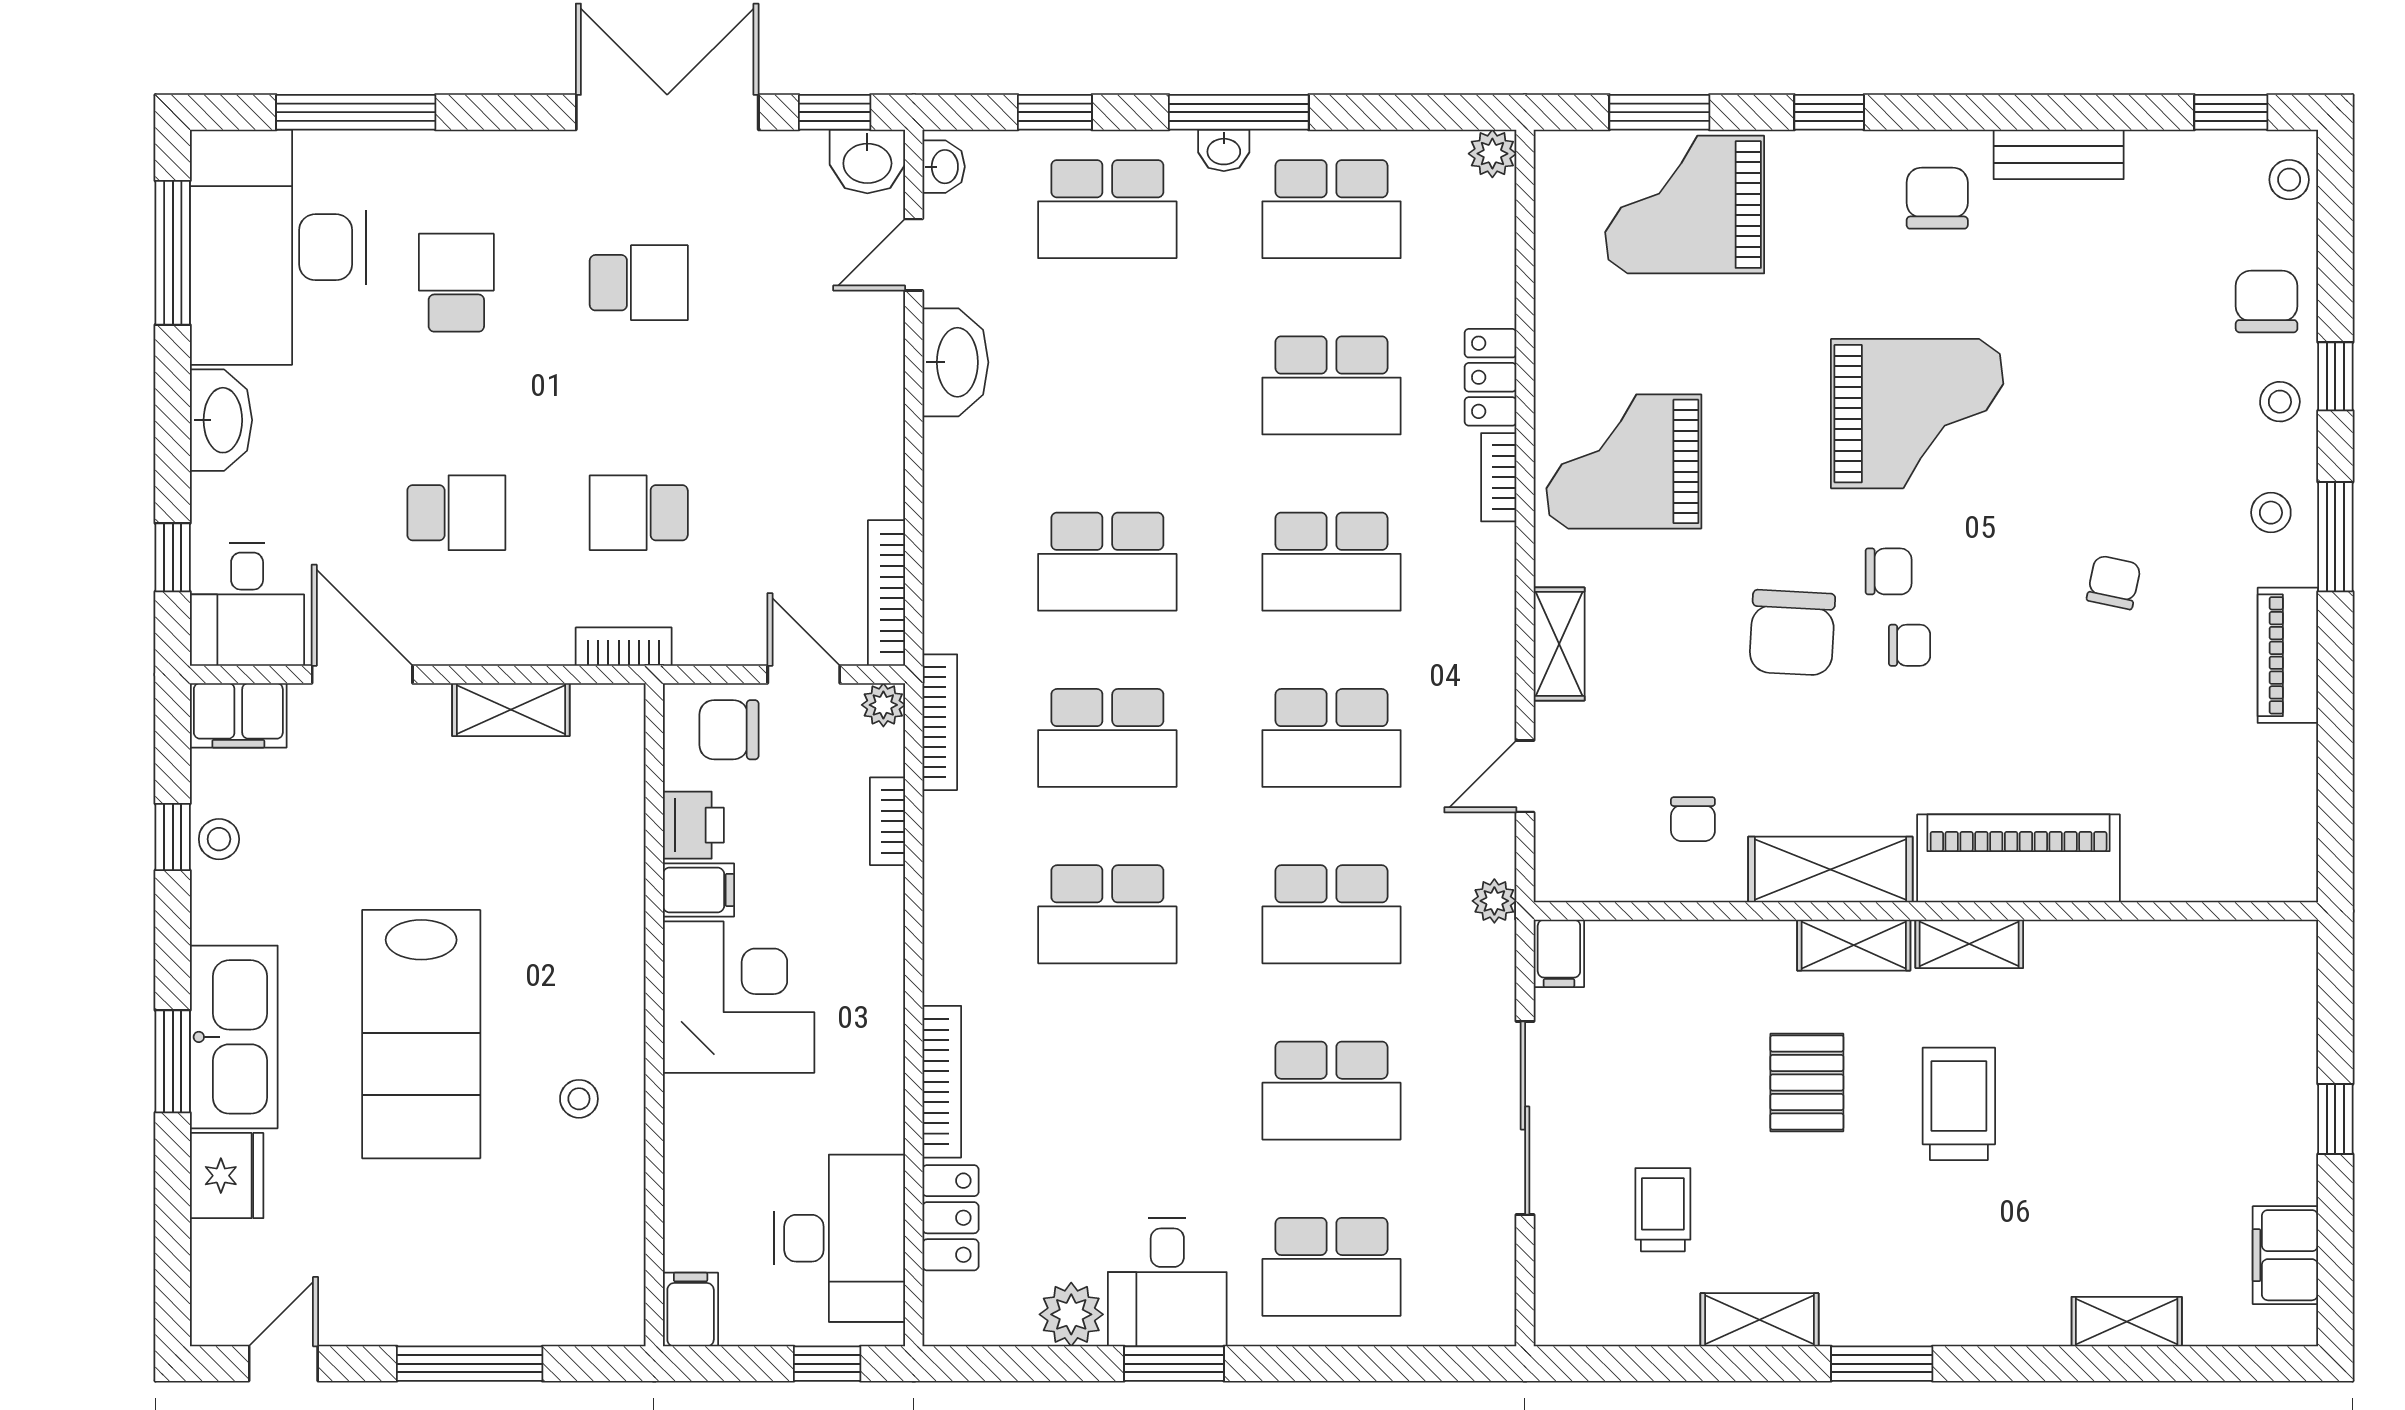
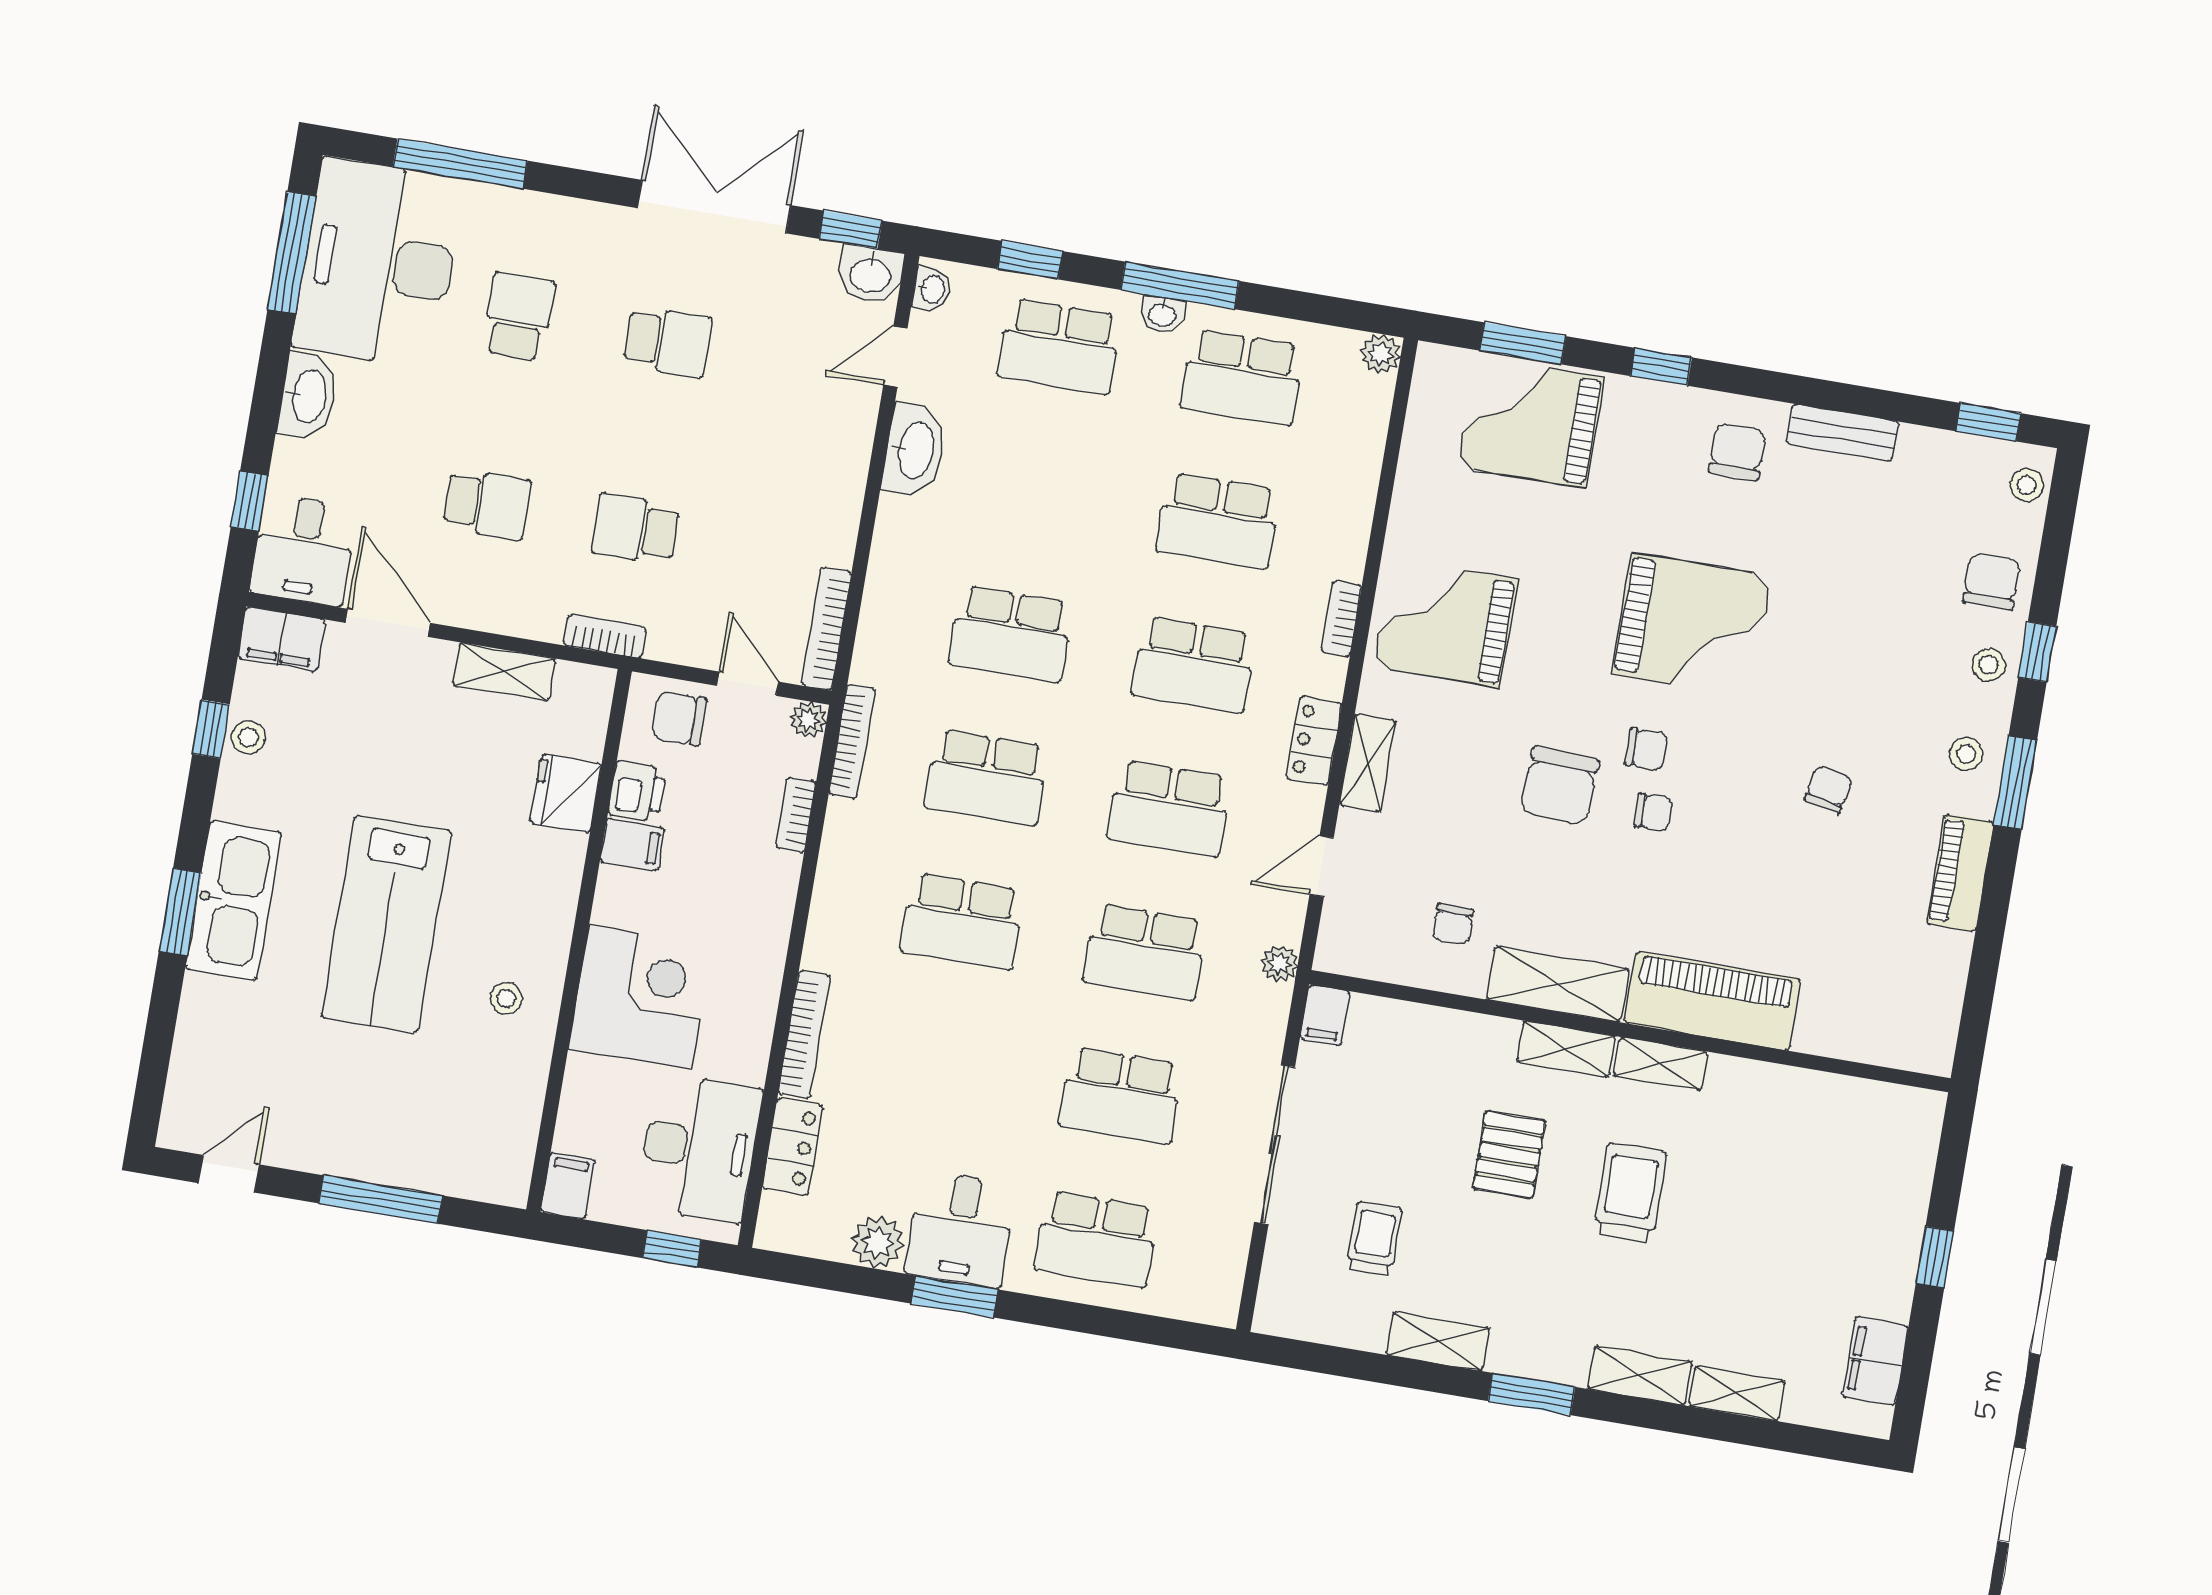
locker: (1491, 377) -> (1314, 741), moved
corner desk: (739, 997) -> (640, 997), moved
fridge: (227, 1176) -> (566, 793), moved, turned 180
shelving: (2007, 1320) -> (1640, 1375), added

